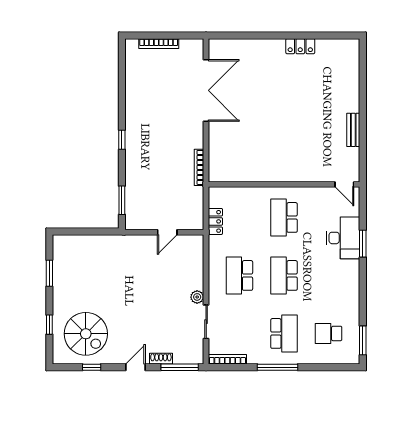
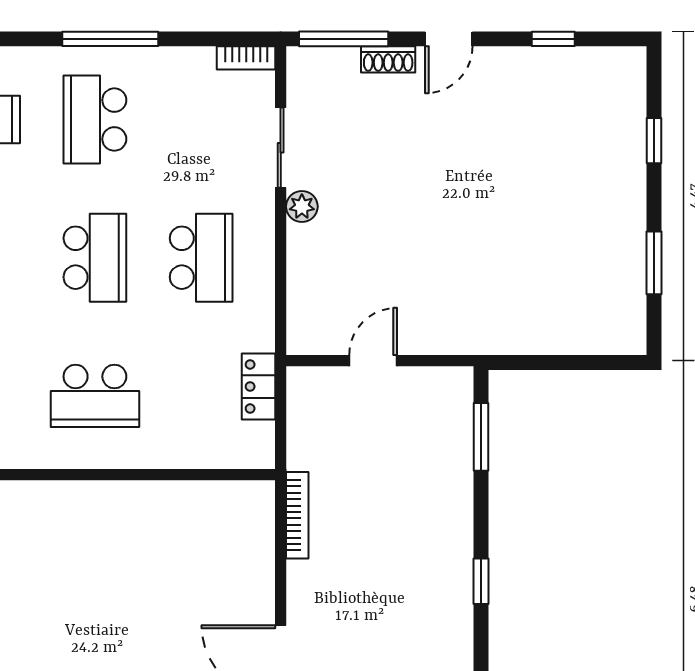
school desk: (284, 217) -> (95, 396), turned 90
spiral stairs: (86, 334) -> (567, 119), removed
bookcase: (227, 359) -> (246, 58), width x0.64

